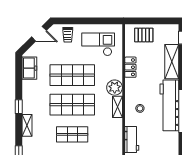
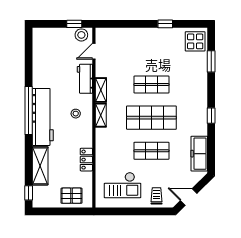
freezer: (29, 68) -> (199, 154), width x1.40
shop shelf: (72, 75) -> (151, 151), width x0.70, depth x0.74
plant: (115, 88) -> (104, 137), removed
shelving: (27, 125) -> (101, 90), moved

